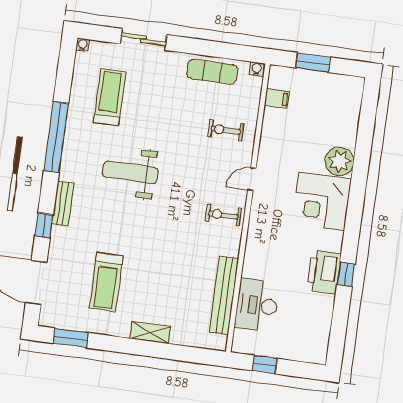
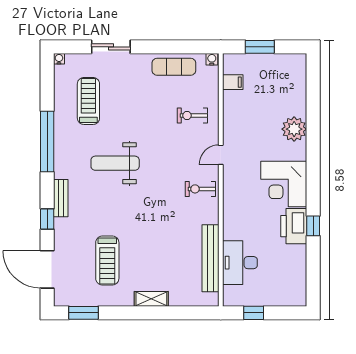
corner desk: (322, 201) -> (284, 184), moved

